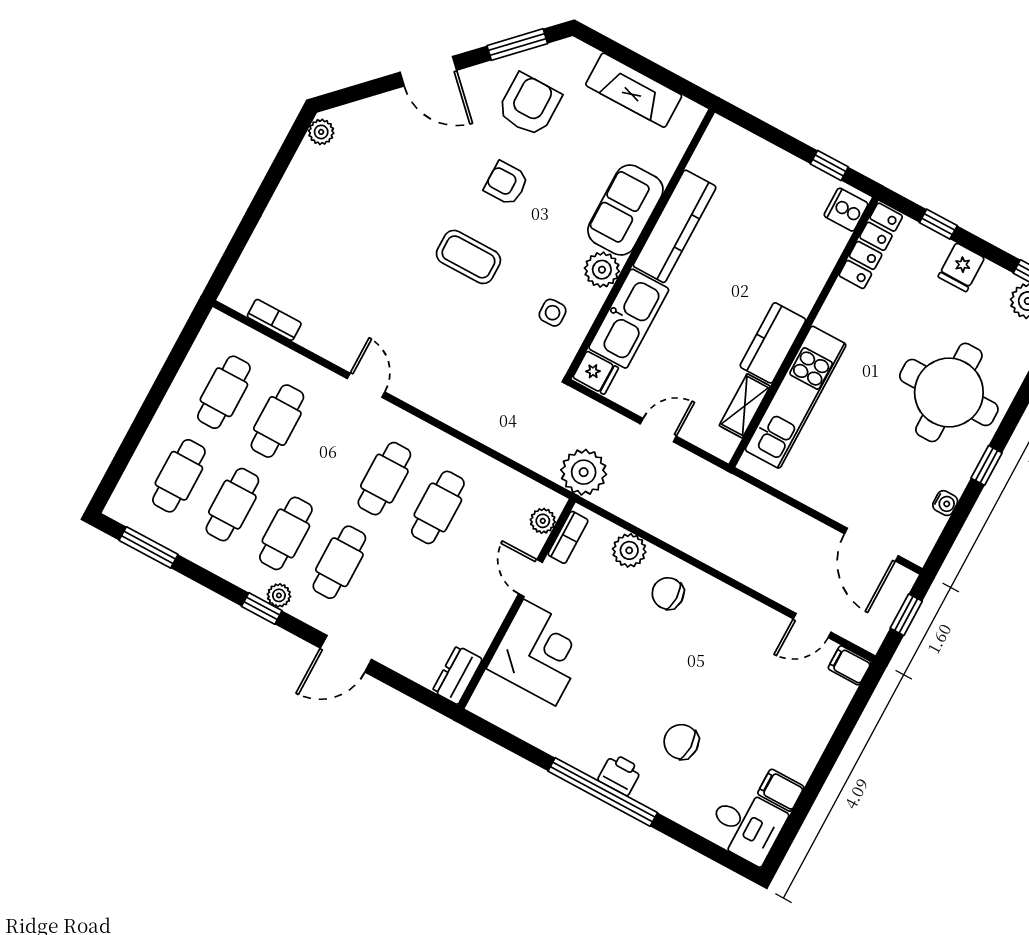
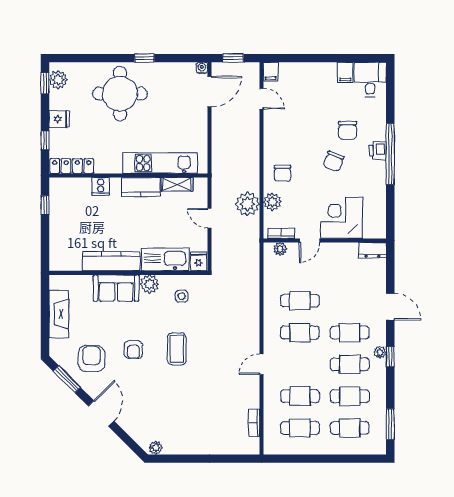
armchair: (529, 105) -> (91, 359), turned 90
cooker: (846, 210) -> (101, 186), moved
plant: (584, 472) -> (247, 204), moved
water cooler: (945, 503) -> (202, 68), moved
chair: (642, 690) -> (334, 161), added

